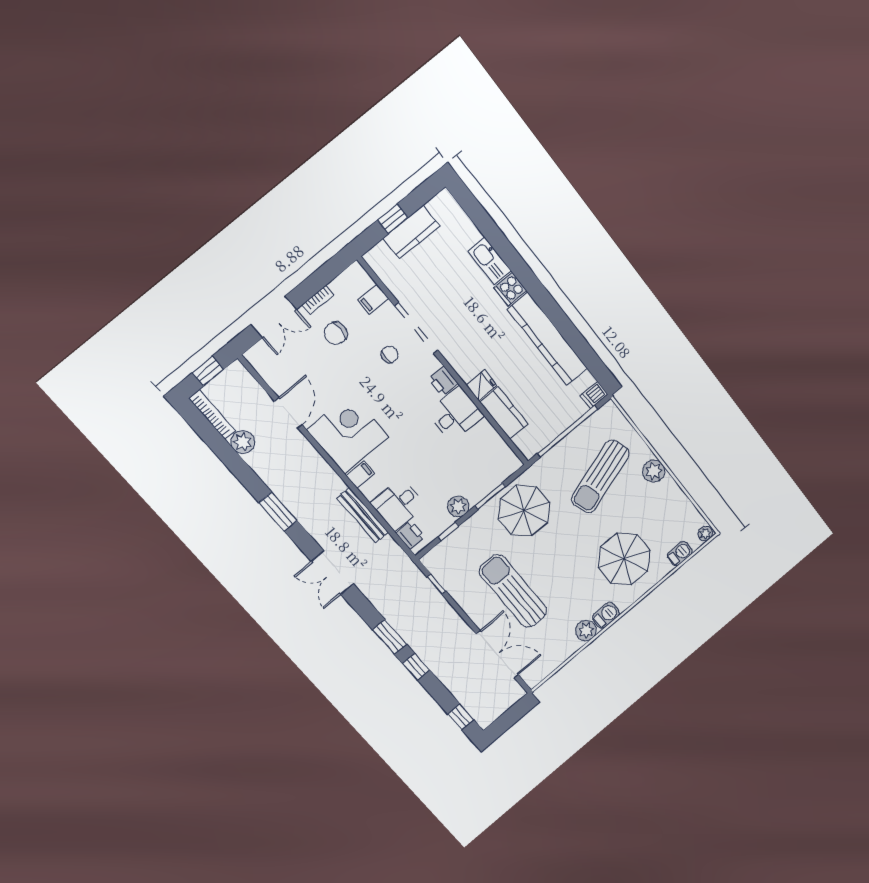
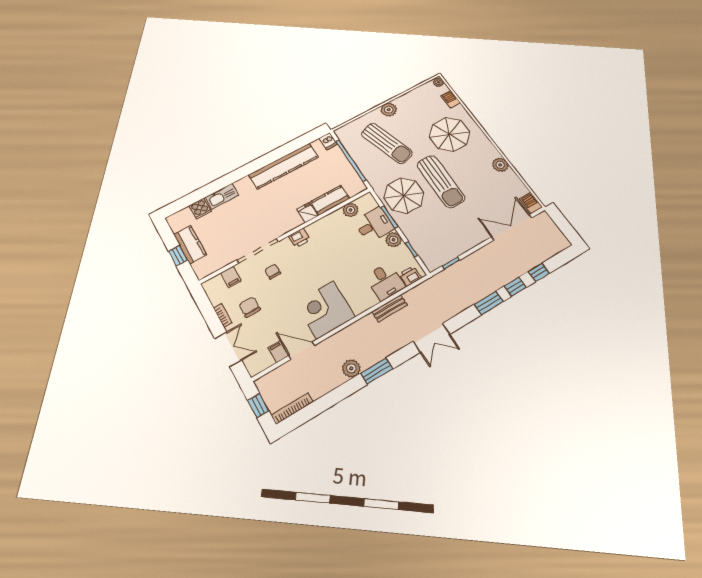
cooker: (510, 289) -> (200, 208), moved
chair: (336, 333) -> (250, 307), turned 180
desk: (455, 414) -> (374, 225), moved, turned 90
plant: (243, 442) -> (351, 368), moved
plant: (493, 443) -> (350, 210), added
filing cabinet: (360, 474) -> (278, 352), moved
bench: (363, 515) -> (390, 308), width x0.73
sun lounger: (513, 591) -> (441, 181), moved, turned -90
barbecue: (606, 615) -> (531, 203), moved
window: (461, 717) -> (539, 272), moved

